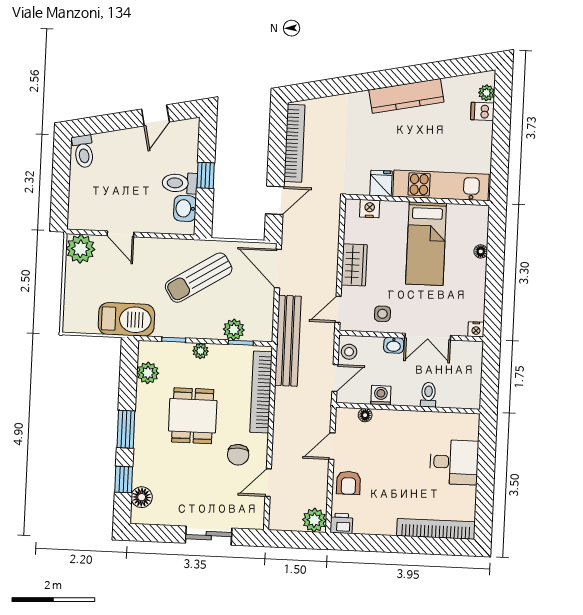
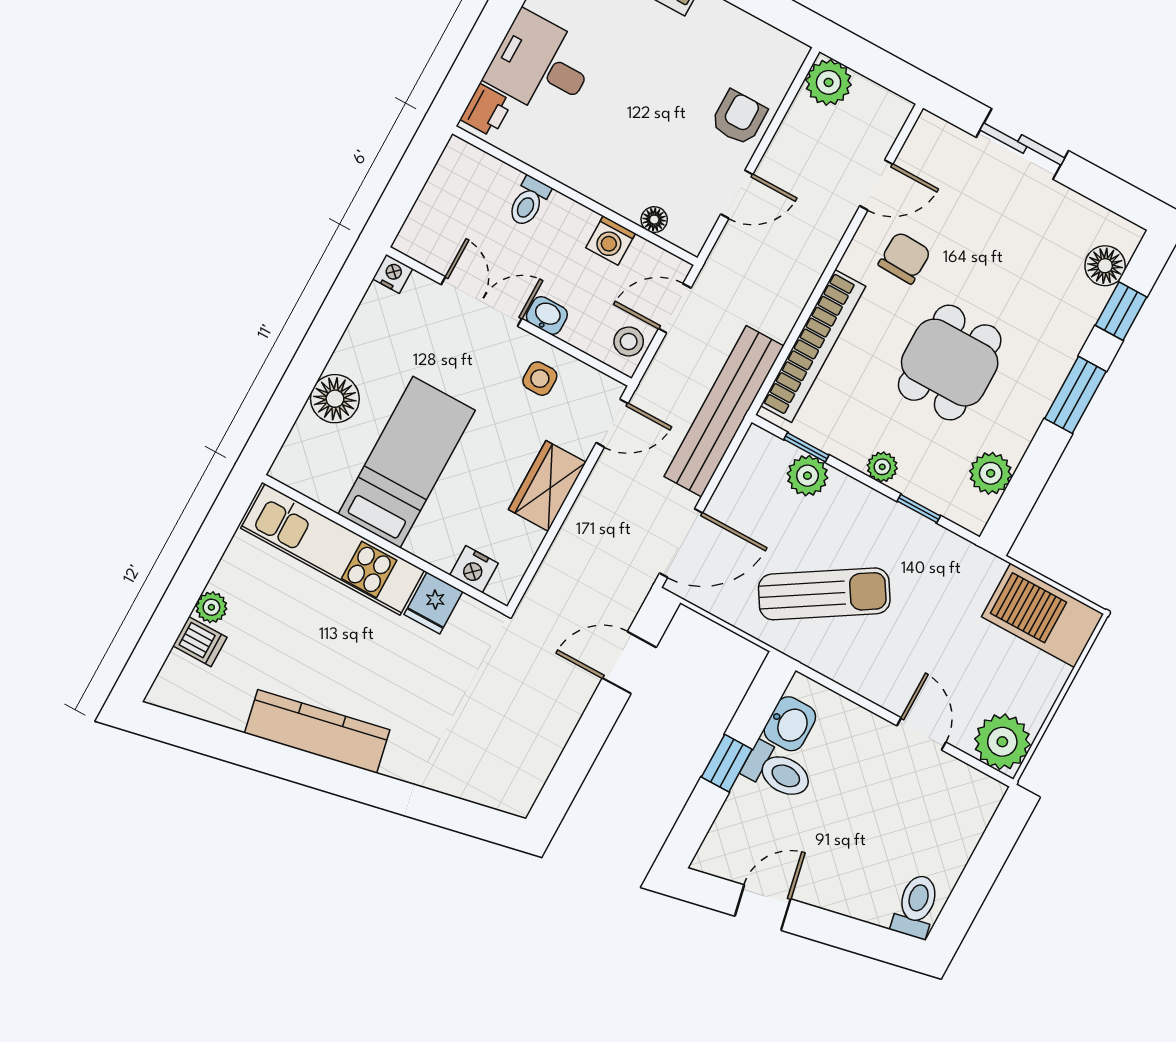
plant: (486, 93) -> (211, 607), moved
bookcase: (294, 143) -> (548, 744), removed
floor lamp: (481, 251) -> (335, 399), width x1.89, depth x1.89
door: (278, 269) -> (681, 543), hinge flipped
barbecue: (126, 319) -> (1043, 615), moved
printer: (341, 523) -> (486, 110), moved, turned -90

